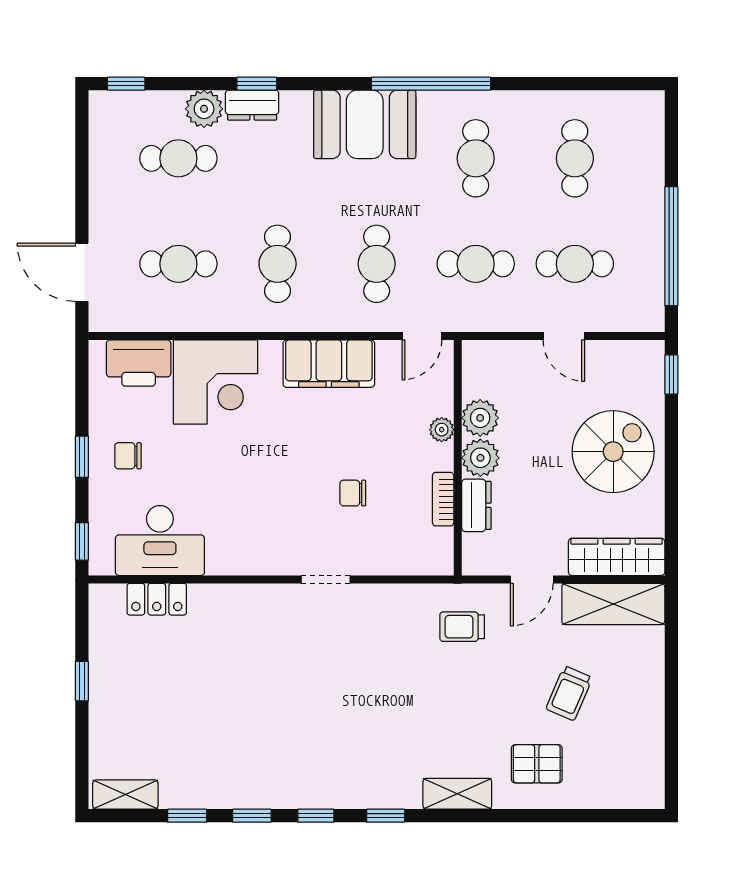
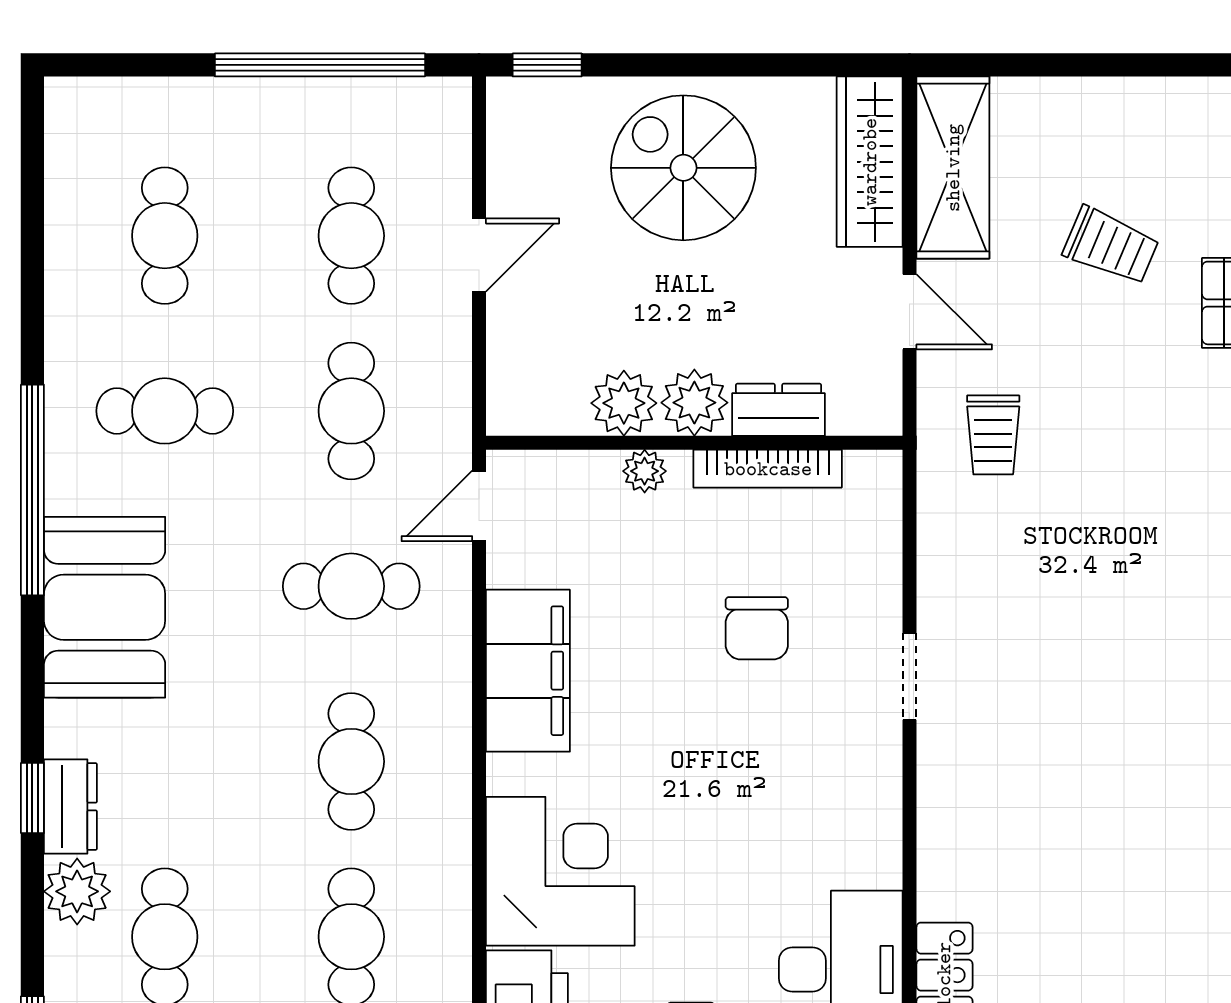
cafe table: (575, 158) -> (165, 236), turned 90
cafe table: (278, 264) -> (351, 761), turned 90
door: (422, 336) -> (479, 506), swing flipped
chair: (353, 493) -> (757, 628), width x1.37, depth x1.37
bookcase: (443, 499) -> (768, 469), width x1.56

